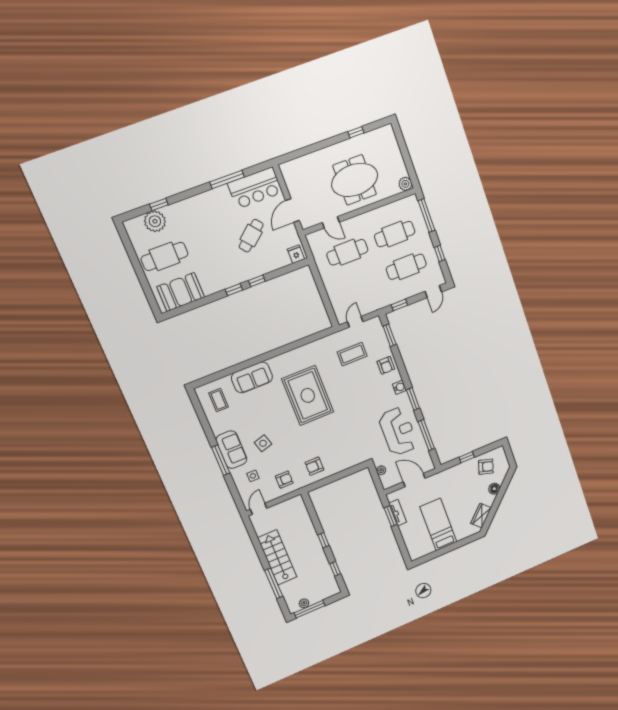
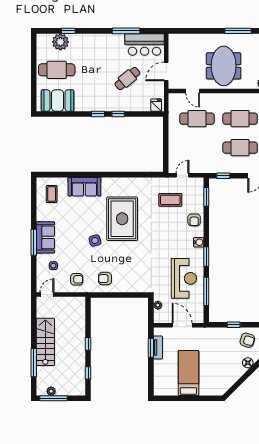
window: (356, 132) -> (238, 31), width x2.17
meeting table: (355, 180) -> (224, 66), turned 90
side table: (263, 443) -> (95, 241), moved
wardrobe: (481, 516) -> (228, 381), removed

